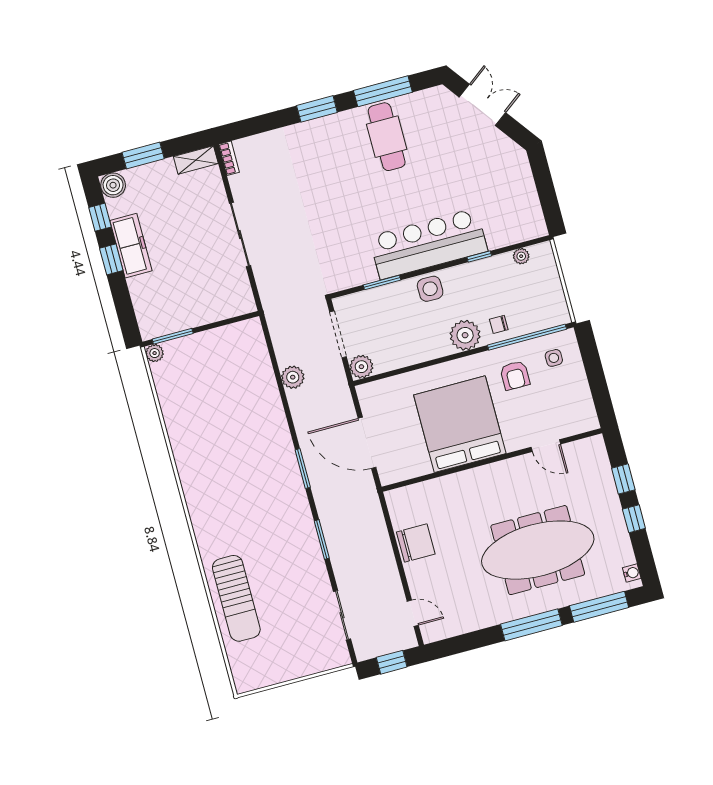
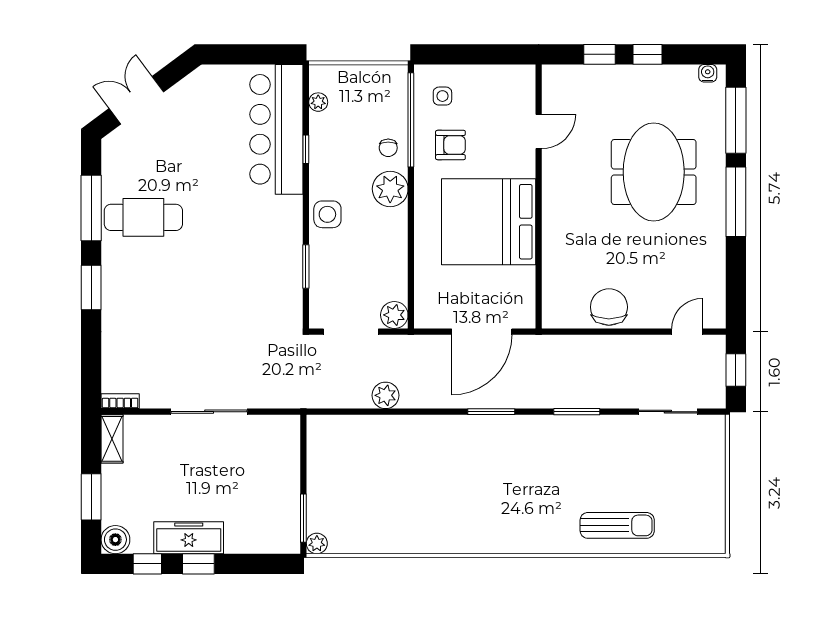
bar counter: (428, 244) -> (276, 129), moved
meeting table: (538, 550) -> (654, 172), width x0.73
sun lounger: (236, 598) -> (617, 525), width x0.73, depth x0.75

